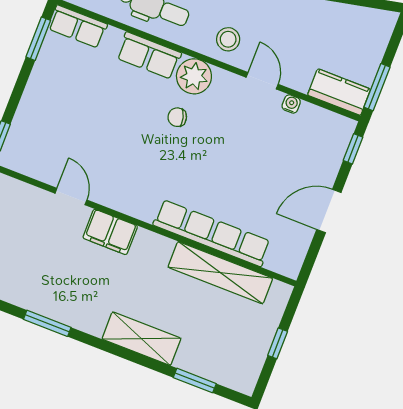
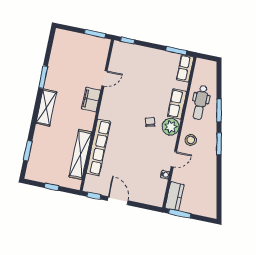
window: (353, 149) -> (94, 196), moved
shelving: (141, 339) -> (46, 107), moved

